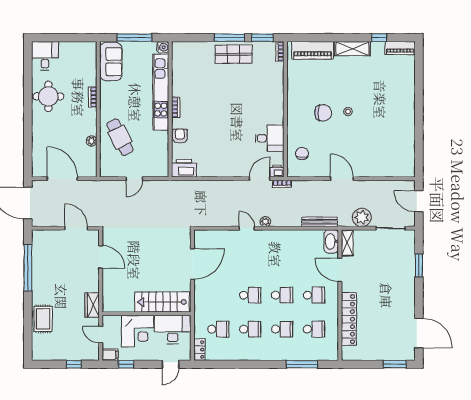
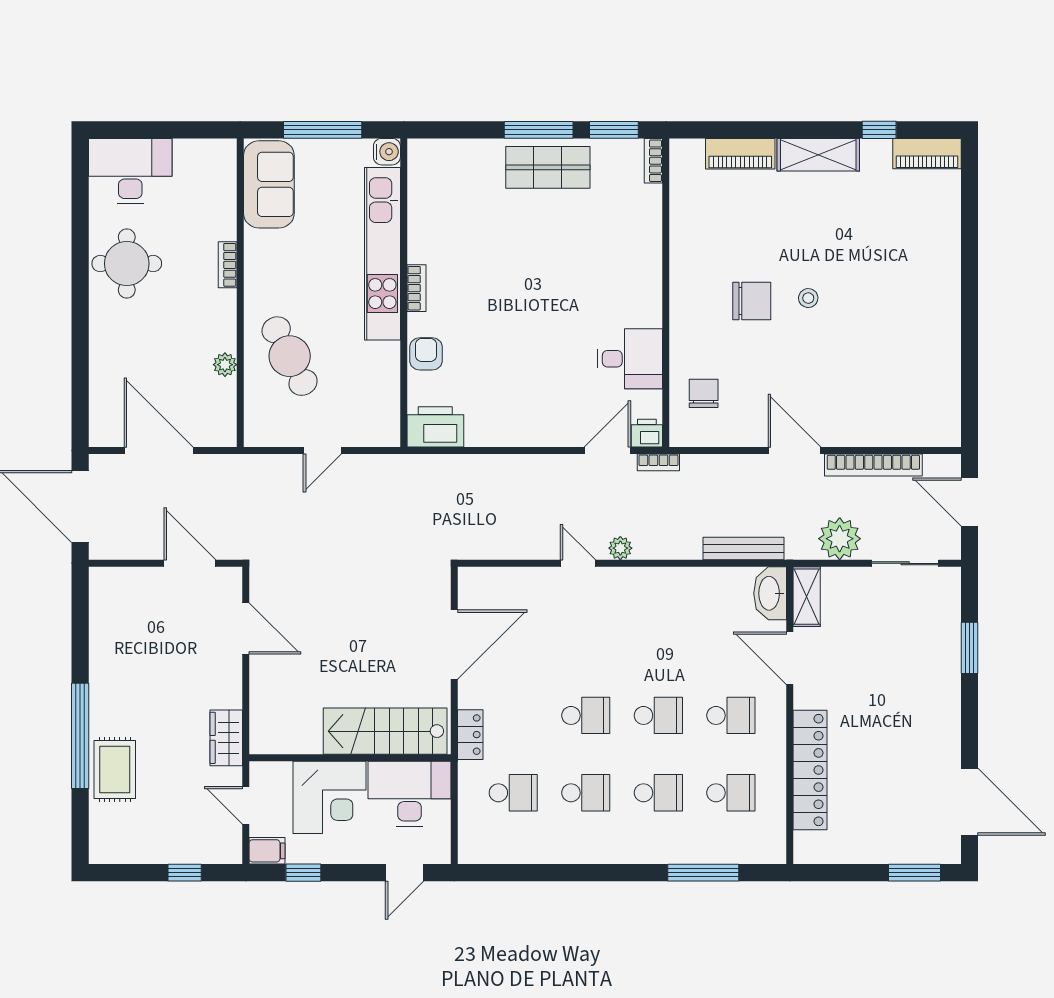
piano: (313, 50) -> (740, 154), width x0.73, depth x0.75
desk: (45, 56) -> (130, 171), width x1.37
bookcase: (377, 185) -> (873, 465), added
window: (28, 268) -> (80, 736), moved
locker: (199, 350) -> (470, 735), moved

